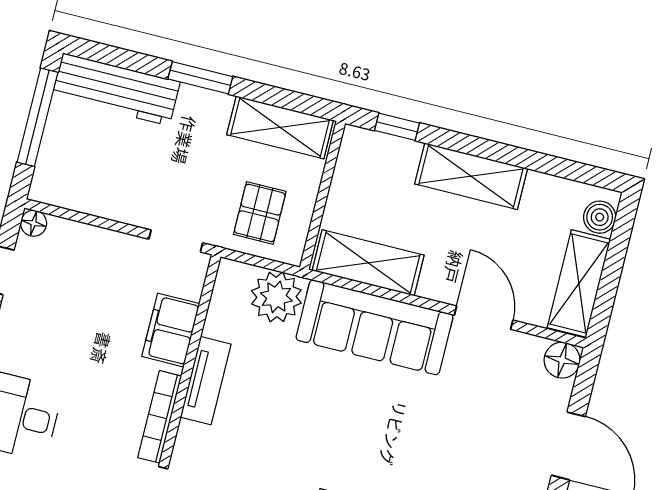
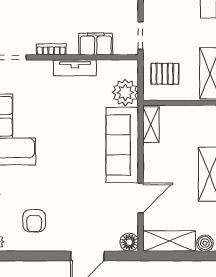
shelving: (368, 263) -> (151, 125), width x0.67, depth x0.75
bookcase: (160, 417) -> (51, 49), width x0.64

